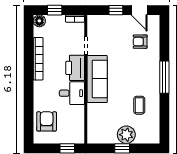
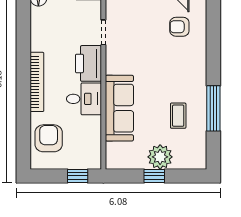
bookcase: (38, 59) -> (37, 82), moved
window: (164, 77) -> (213, 108), moved
sofa: (97, 79) -> (119, 108), moved

